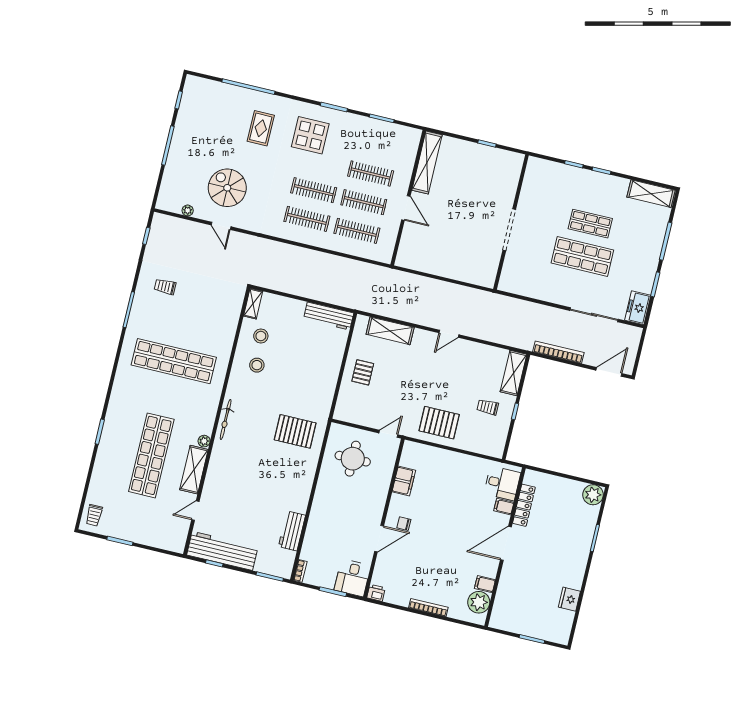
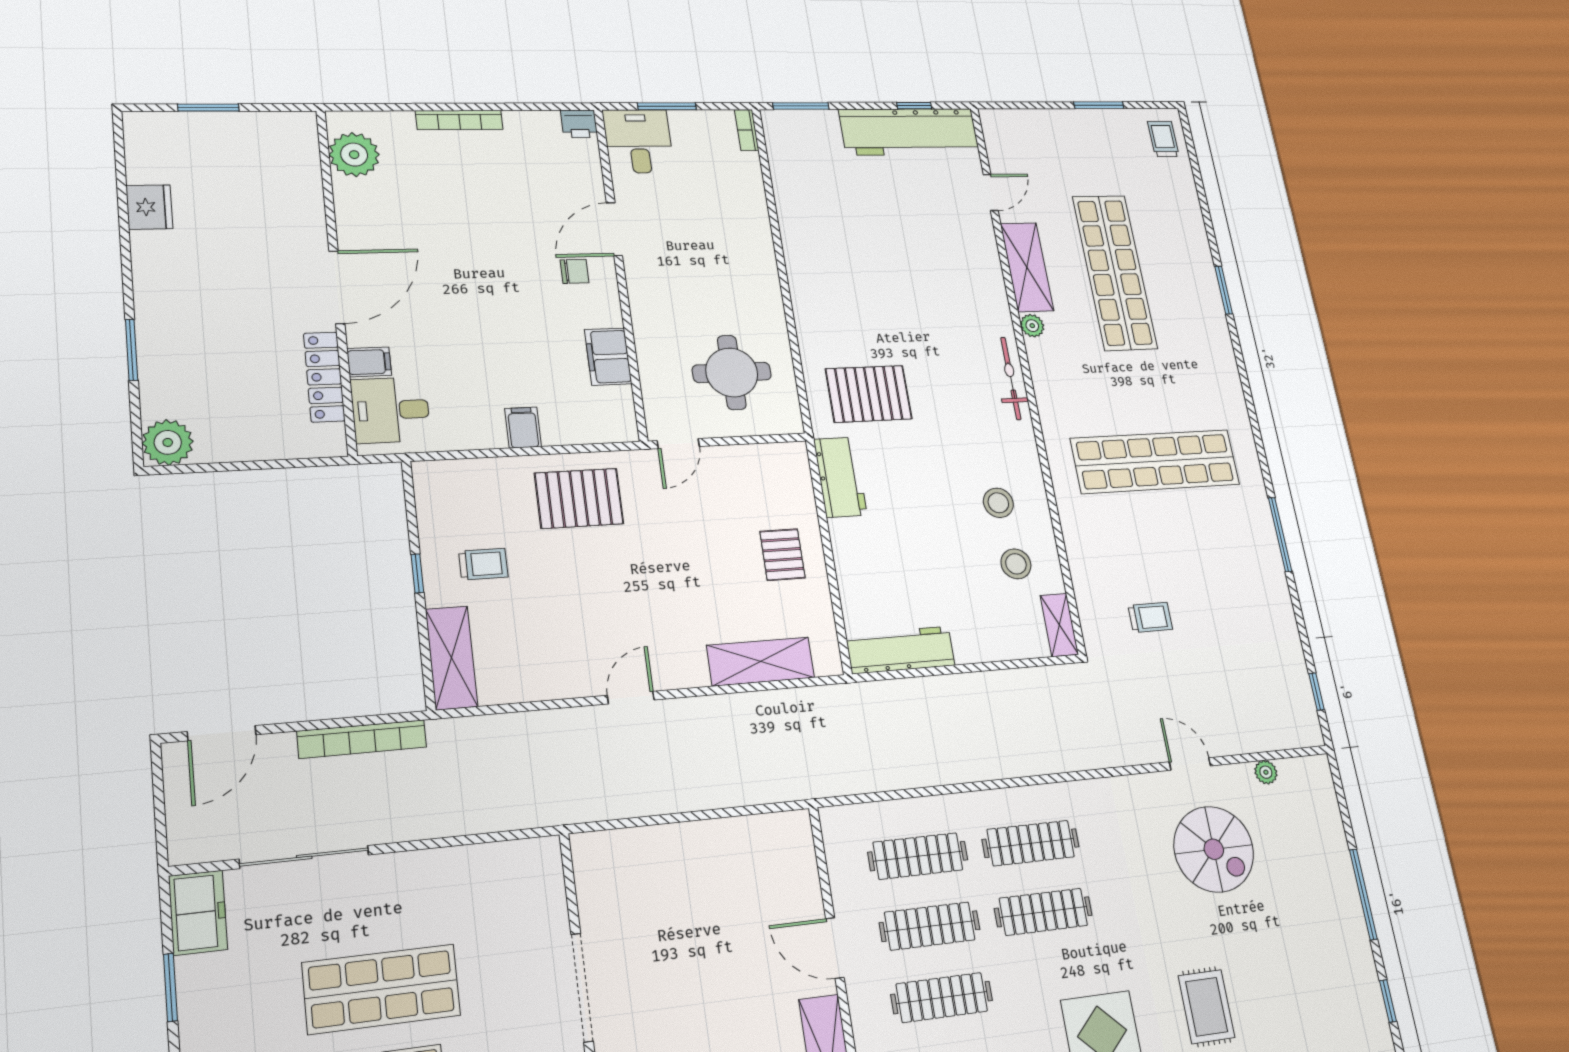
trolley: (165, 287) -> (1150, 617), moved
workbench: (292, 531) -> (840, 477), moved
filing cabinet: (485, 584) -> (523, 428), moved, turned -90

